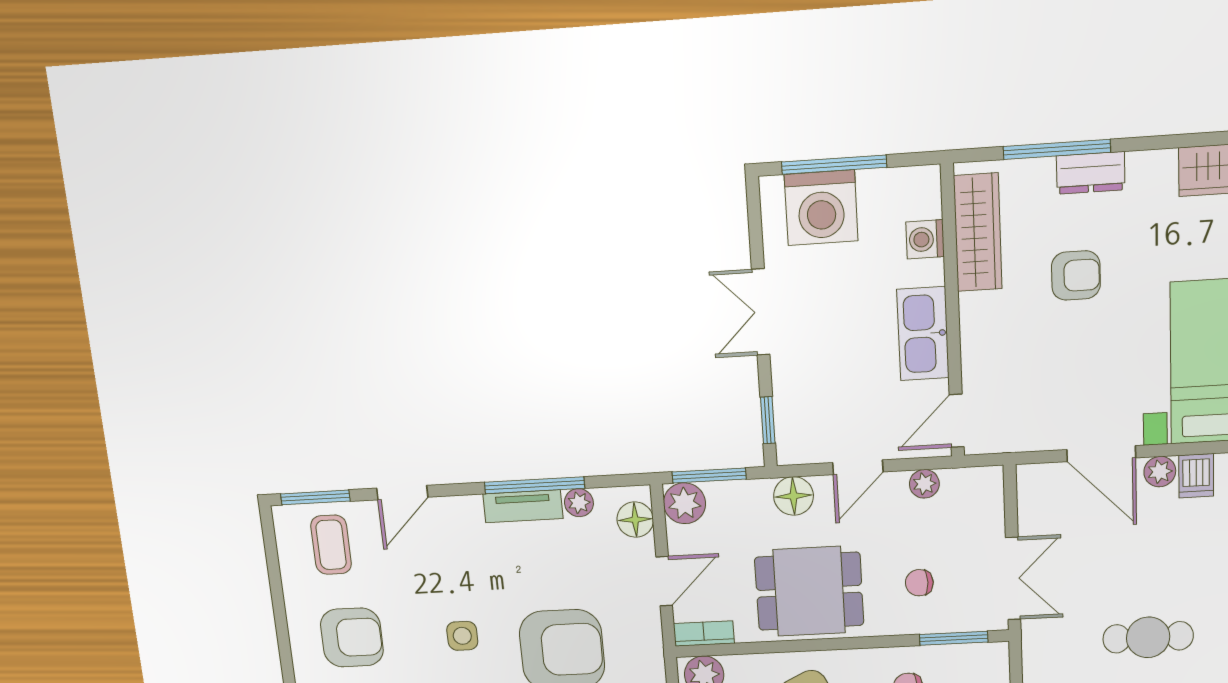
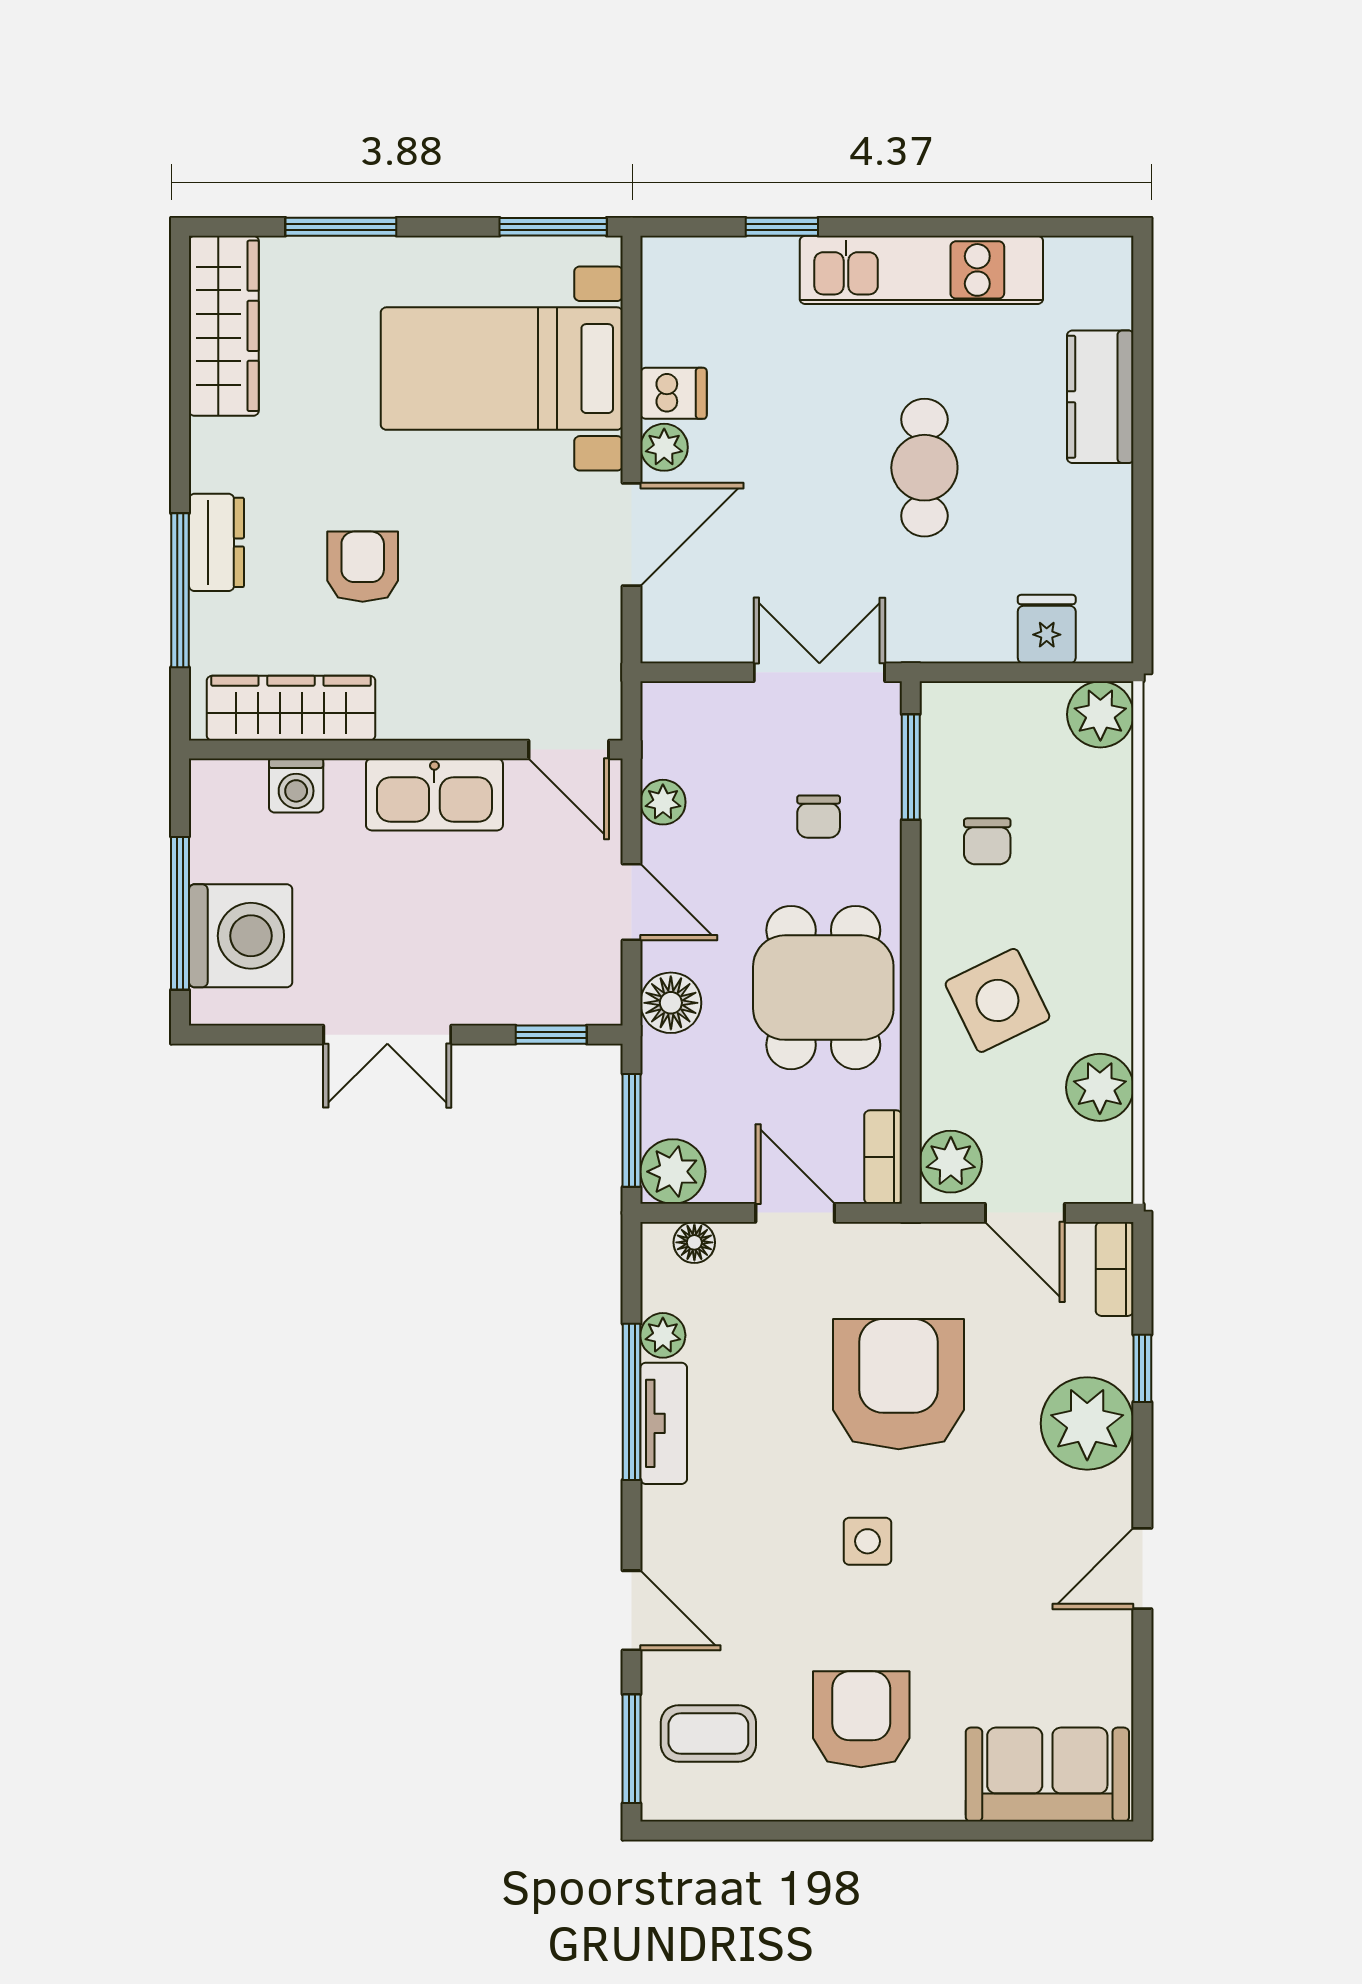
floor lamp: (635, 520) -> (694, 1242), width x0.73, depth x0.73

